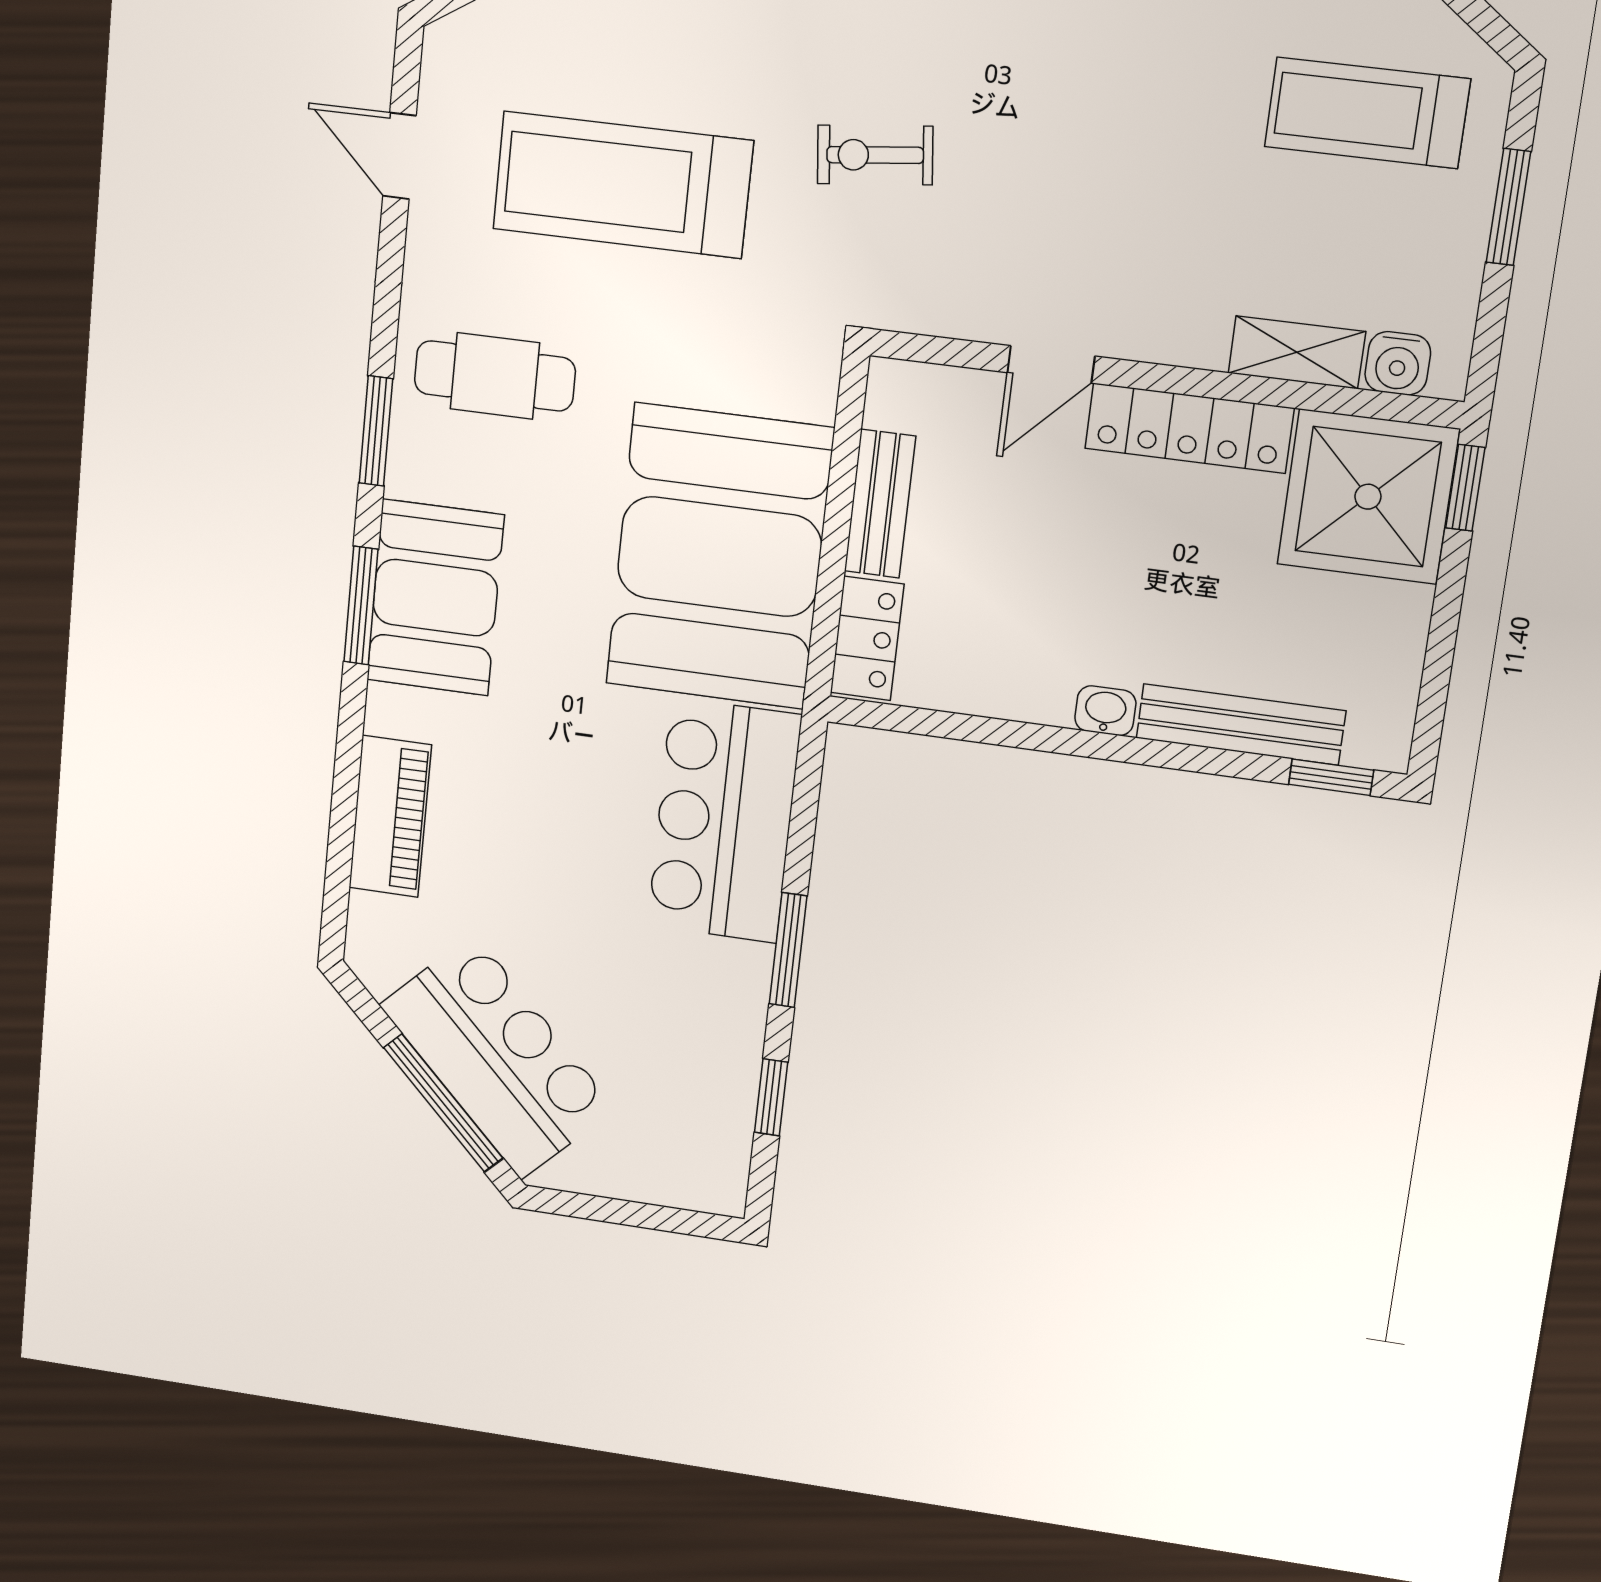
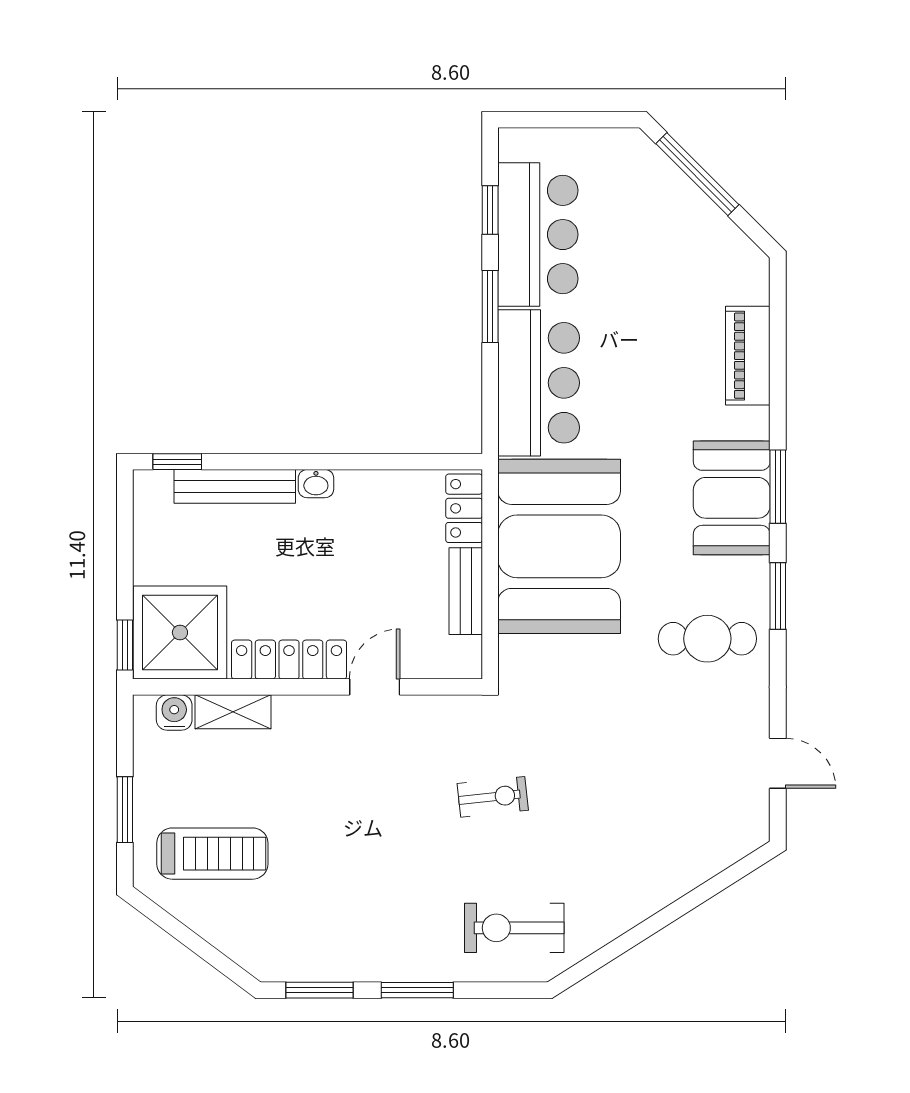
treadmill: (623, 185) -> (641, 762), removed
bar counter: (497, 1057) -> (538, 235), moved, turned -135

